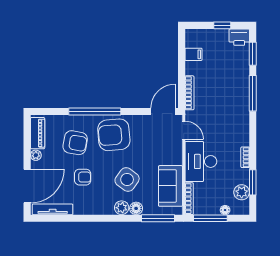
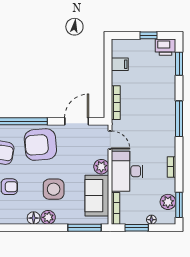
window: (253, 93) -> (179, 119), moved
door: (163, 112) -> (77, 121), moved
plant: (175, 157) -> (101, 167), added
side table: (127, 179) -> (54, 189), turned -36
window: (253, 182) -> (179, 205), moved
floor lamp: (136, 208) -> (34, 218), moved
window: (210, 218) -> (137, 228), width x0.69

